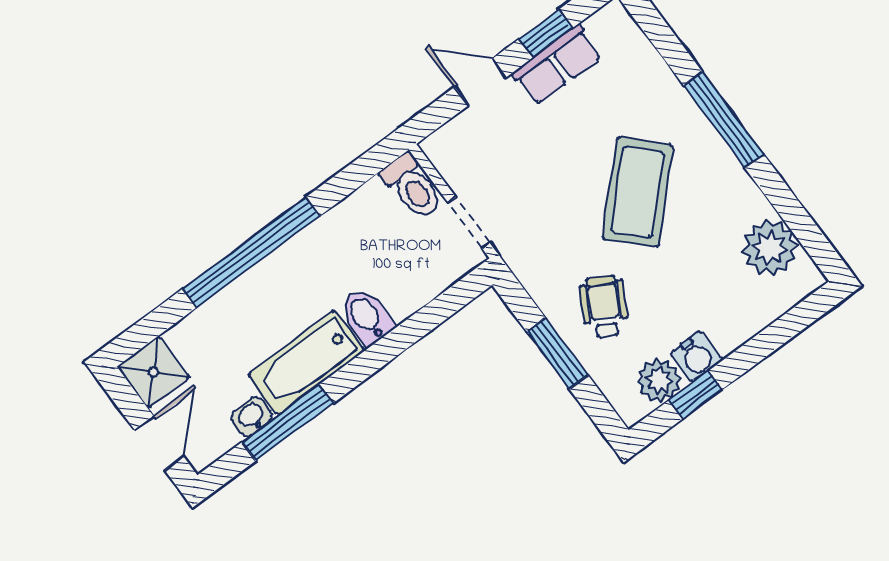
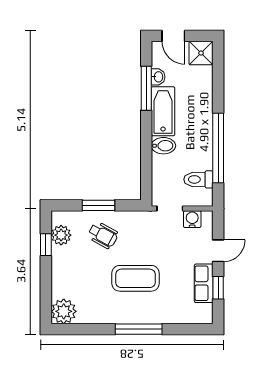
toilet: (412, 187) -> (198, 179), moved
coffee table: (638, 192) -> (136, 278), turned -45
plant: (770, 248) -> (64, 311), moved
window: (251, 252) -> (218, 148), moved
water cooler: (696, 357) -> (192, 219), moved, turned 90

